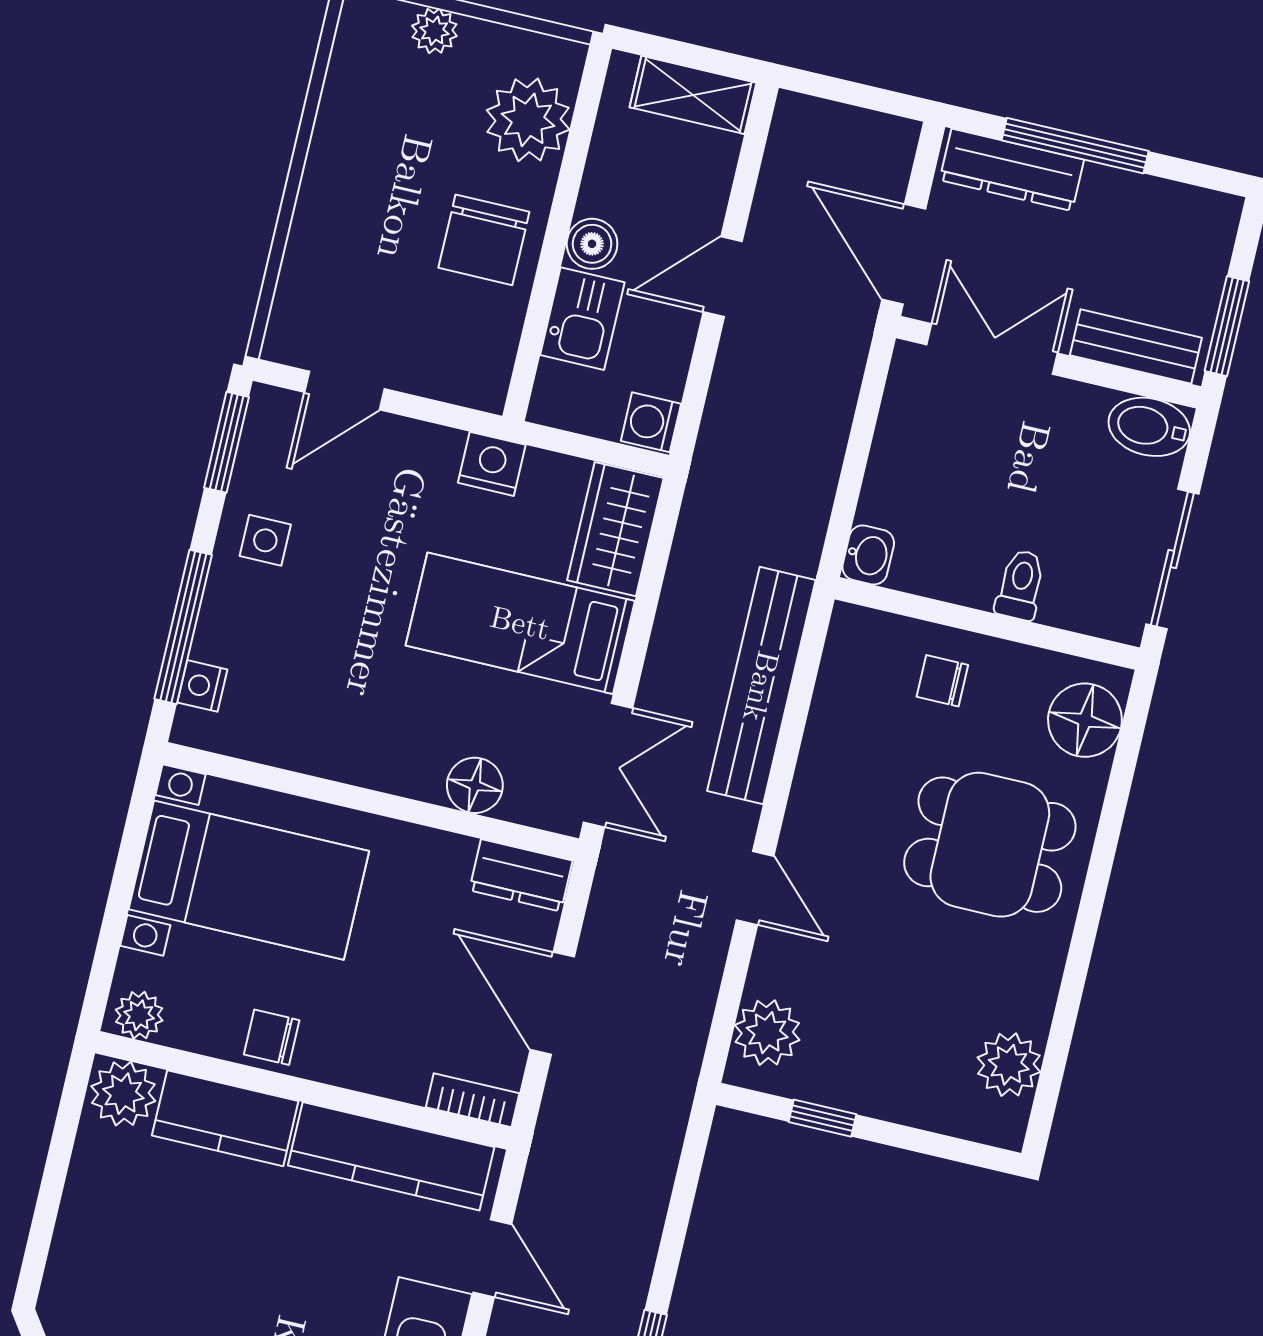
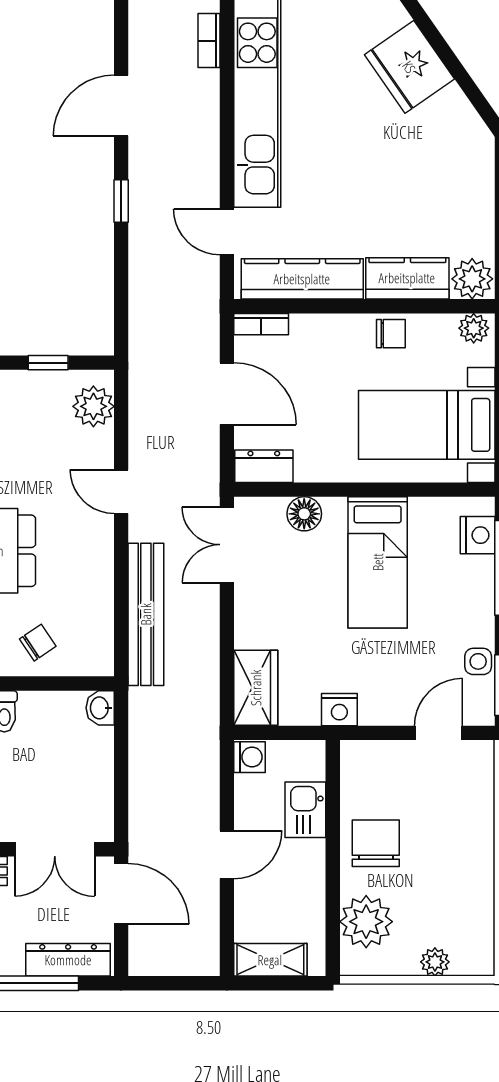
boiler: (592, 244) -> (310, 856), removed
side table: (265, 540) -> (478, 661), moved
bed: (520, 623) -> (378, 562), moved, turned 90
chair: (942, 681) -> (38, 643), turned -34
nightstand: (202, 686) -> (478, 535), width x1.39, depth x1.35

